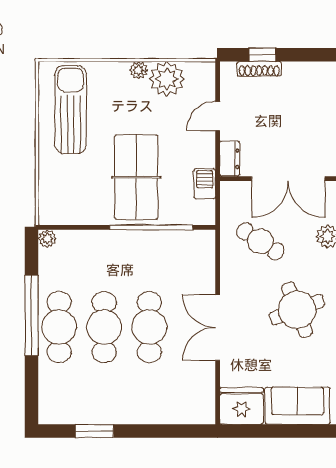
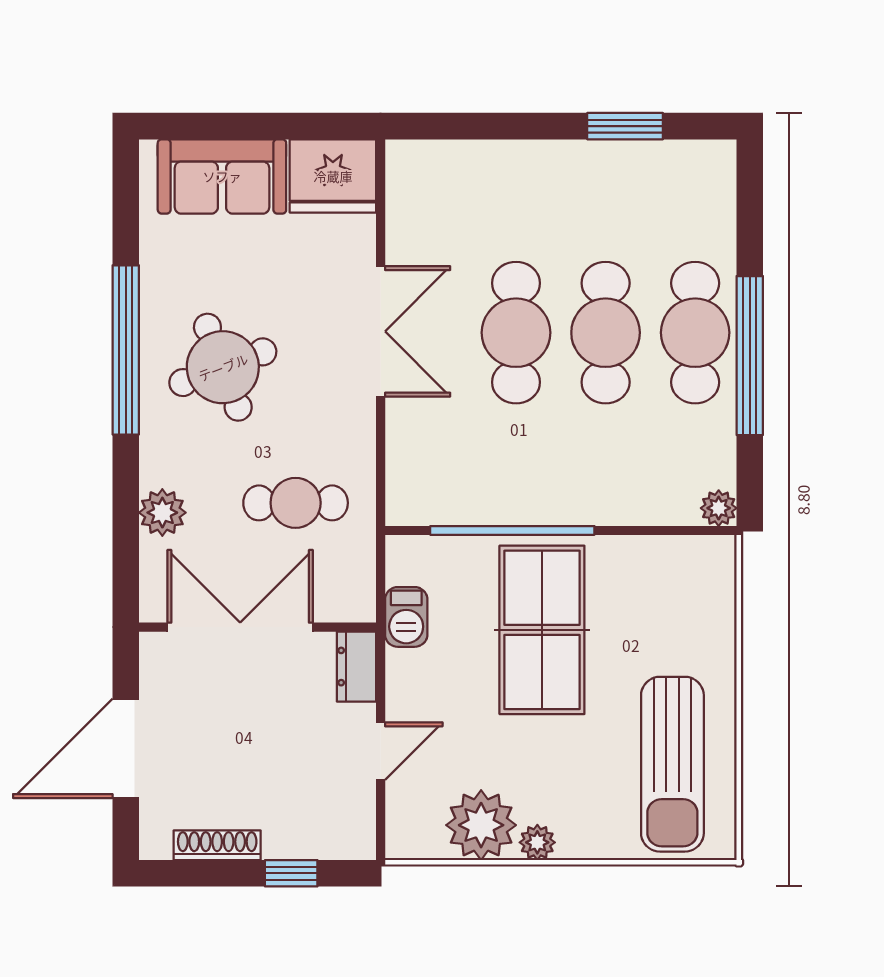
shoe rack: (259, 69) -> (217, 845), moved
cafe table: (260, 241) -> (296, 503), turned -33

